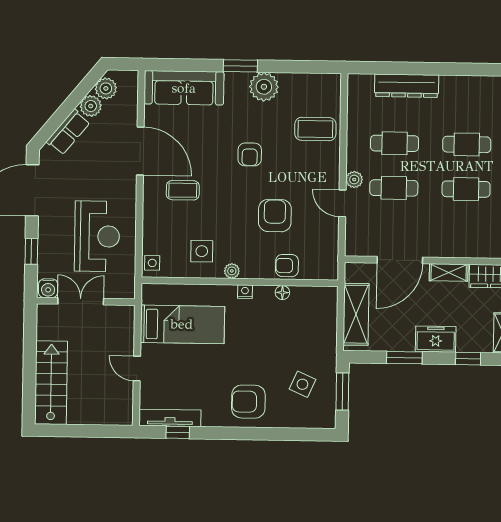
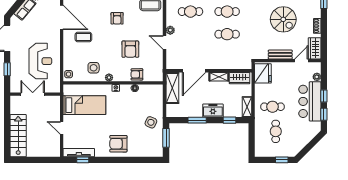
cafe table: (394, 188) -> (190, 34), removed
armchair: (275, 216) -> (130, 49), turned 180
water cooler: (48, 288) -> (16, 88), removed
shelving: (356, 314) -> (172, 88), moved
side table: (302, 384) -> (151, 122), moved

